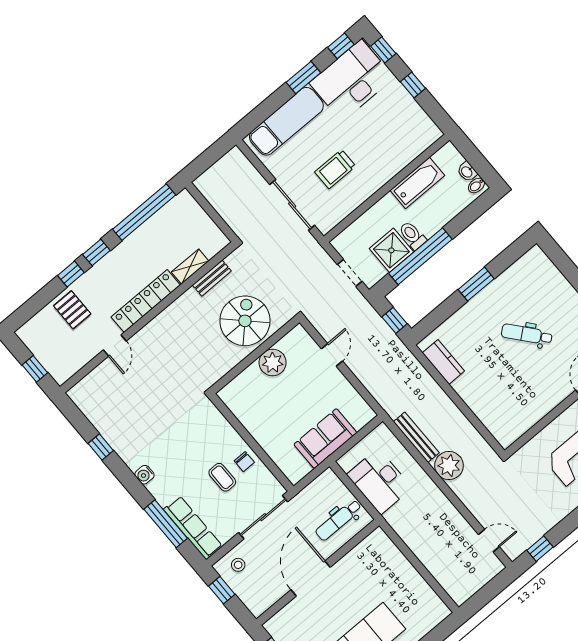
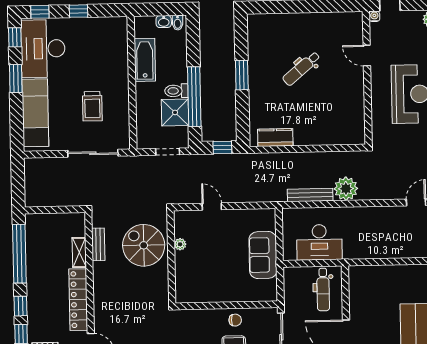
plant: (273, 363) -> (180, 244), width x0.53, depth x0.53

